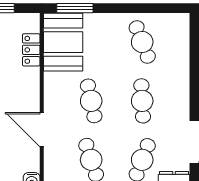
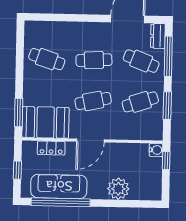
cafe table: (142, 42) -> (47, 59), turned 39
door: (42, 130) -> (90, 140), moved

